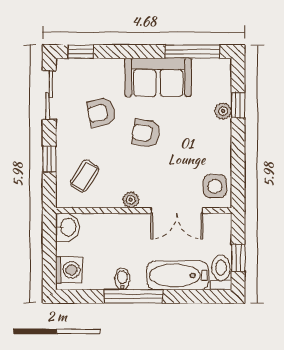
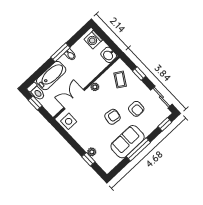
window: (192, 52) -> (138, 149), moved
armchair: (101, 112) -> (136, 109), turned 102
window: (133, 296) -> (60, 52), width x0.69

